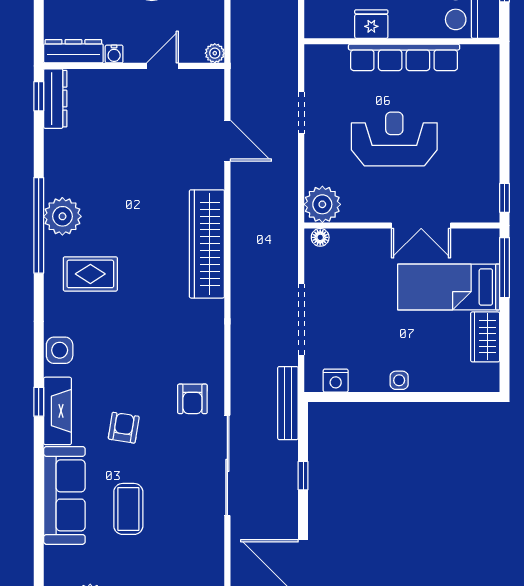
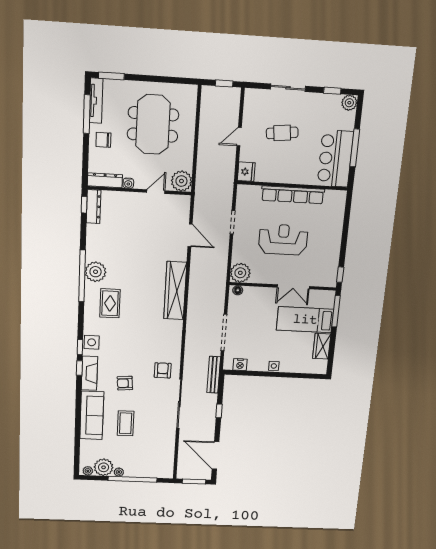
fridge: (371, 24) -> (246, 172), moved, turned 90
plant: (215, 53) -> (181, 181), width x1.87, depth x1.87
rug: (90, 274) -> (110, 303), turned 90
window: (39, 361) -> (80, 347), added
armchair: (192, 399) -> (163, 370), turned 180
armchair: (124, 428) -> (125, 383), turned -104

